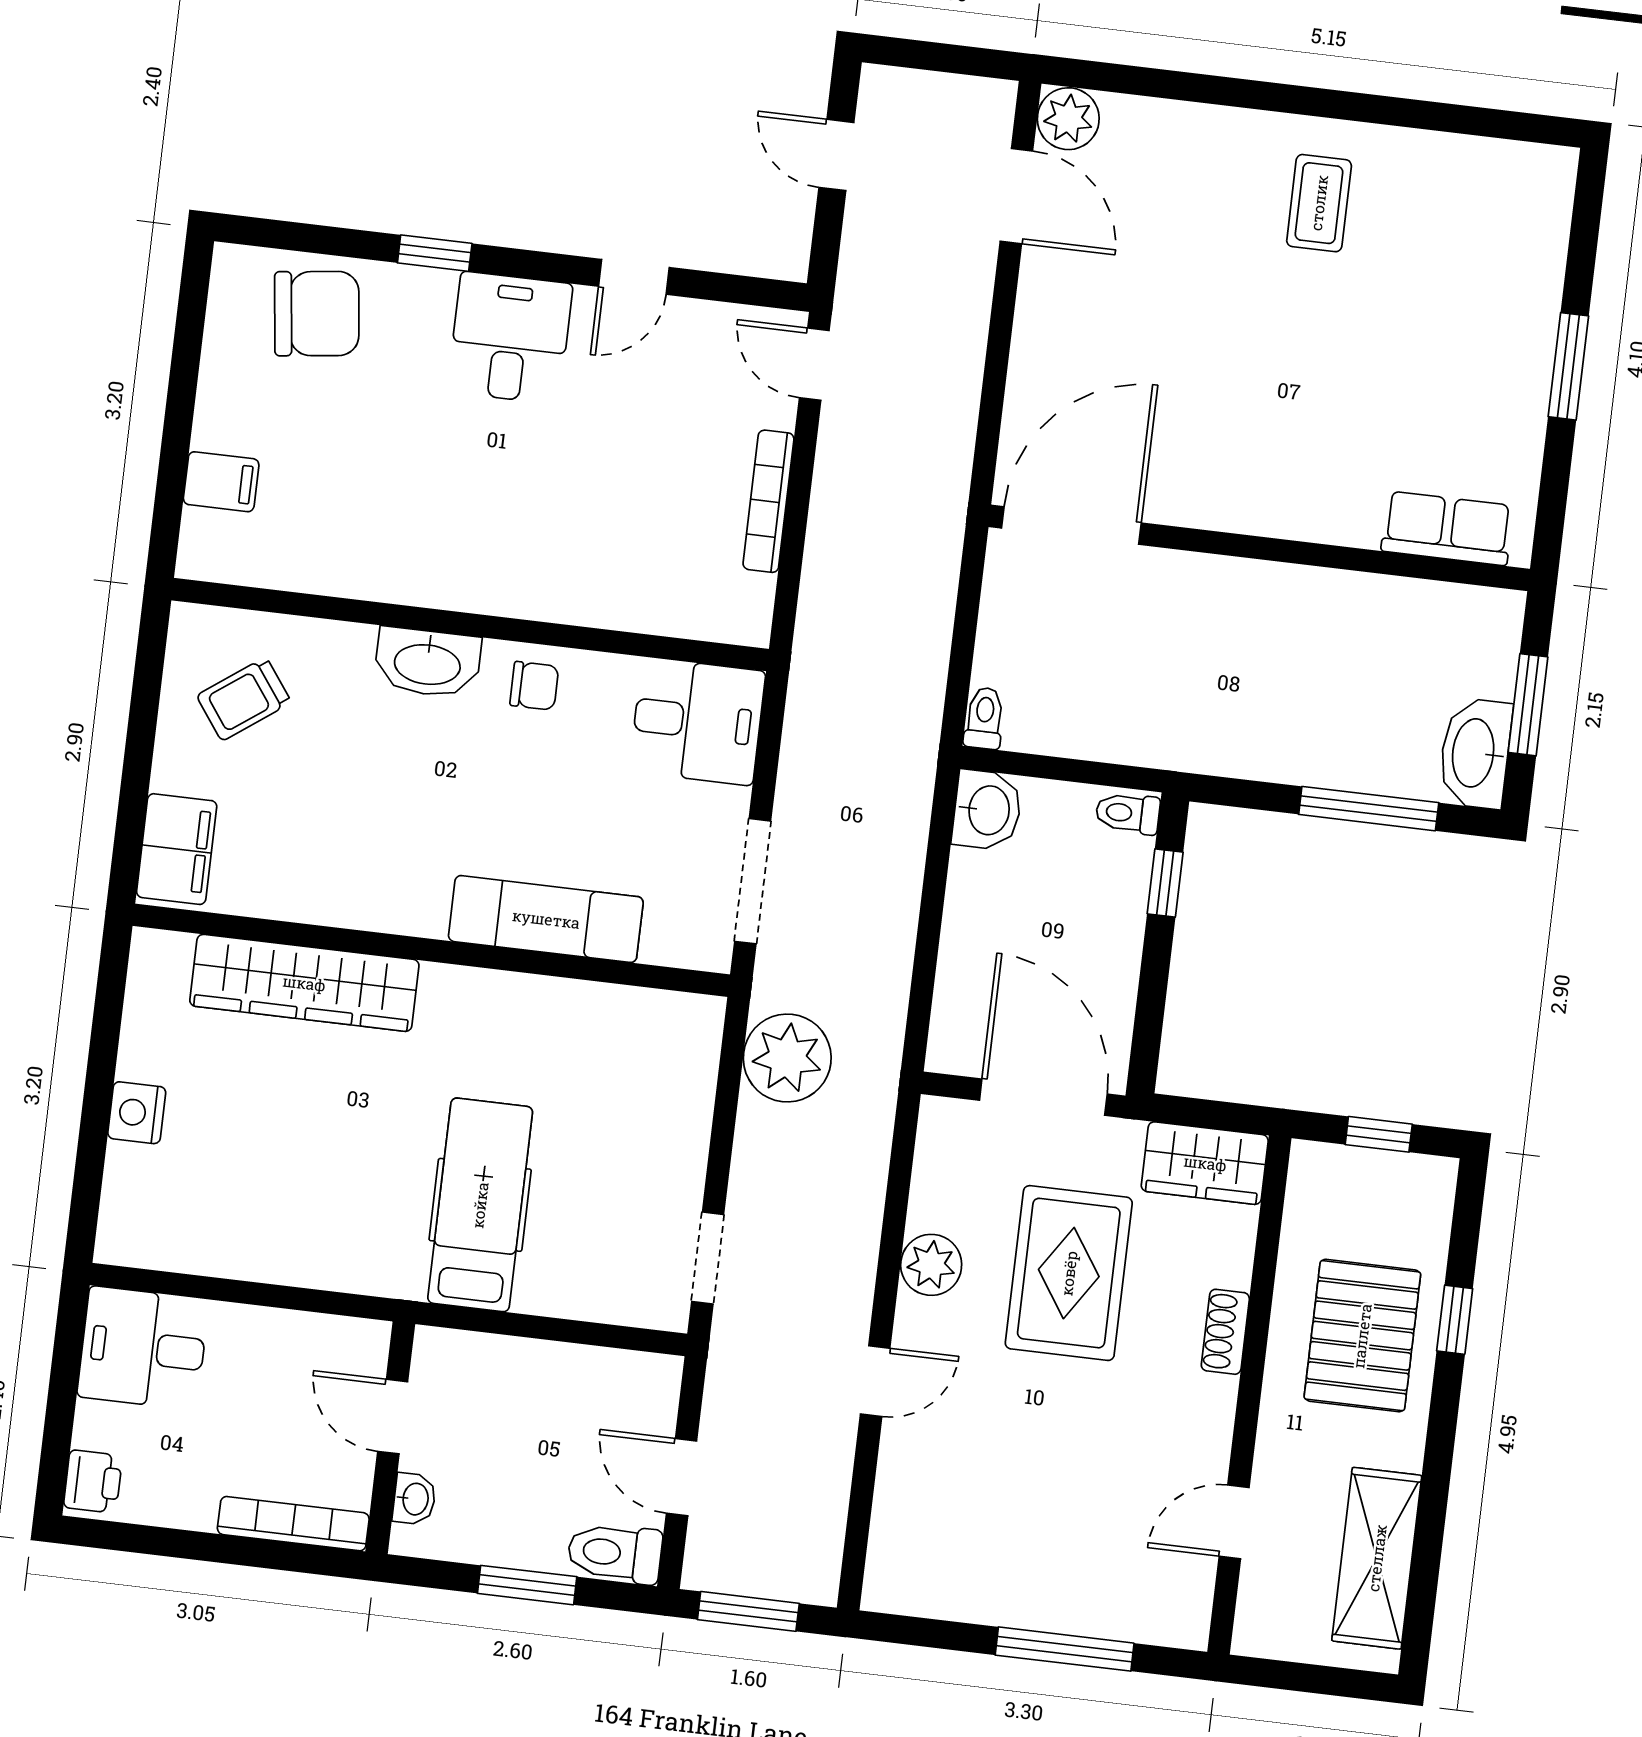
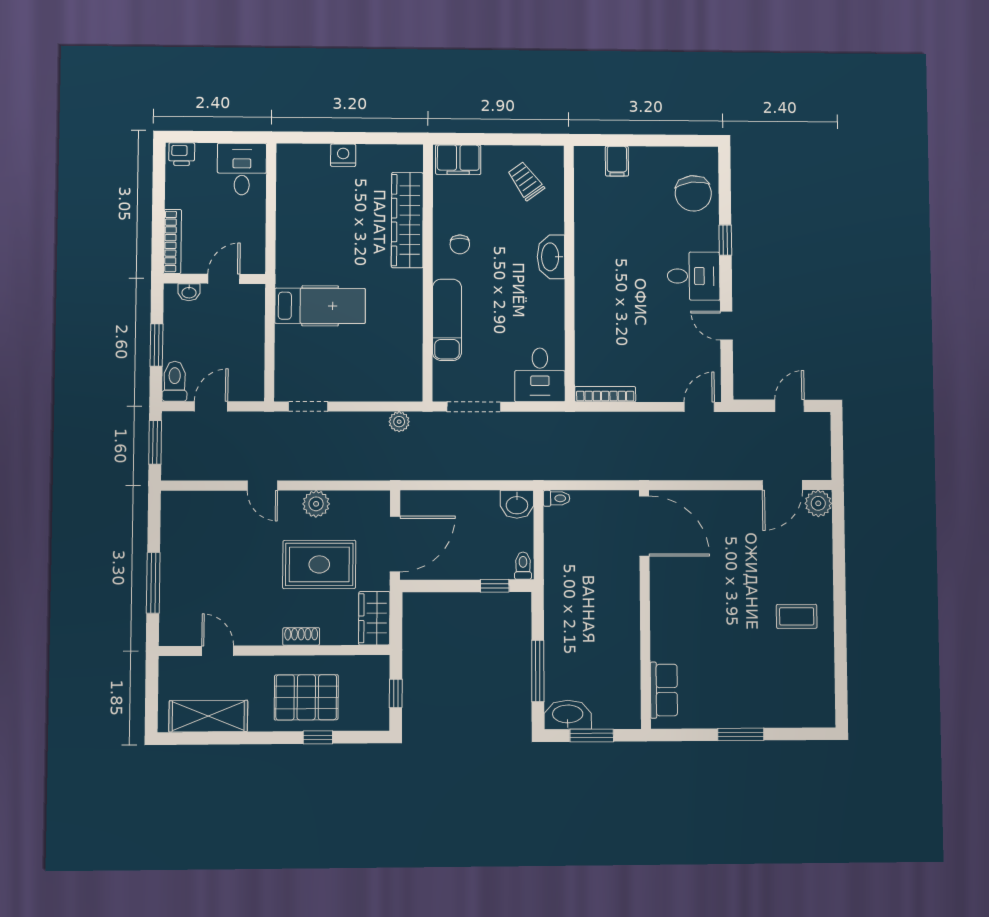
bookcase: (768, 501) -> (605, 394), moved
chair: (534, 686) -> (460, 244), moved
plant: (787, 1058) -> (399, 422), width x0.53, depth x0.53

